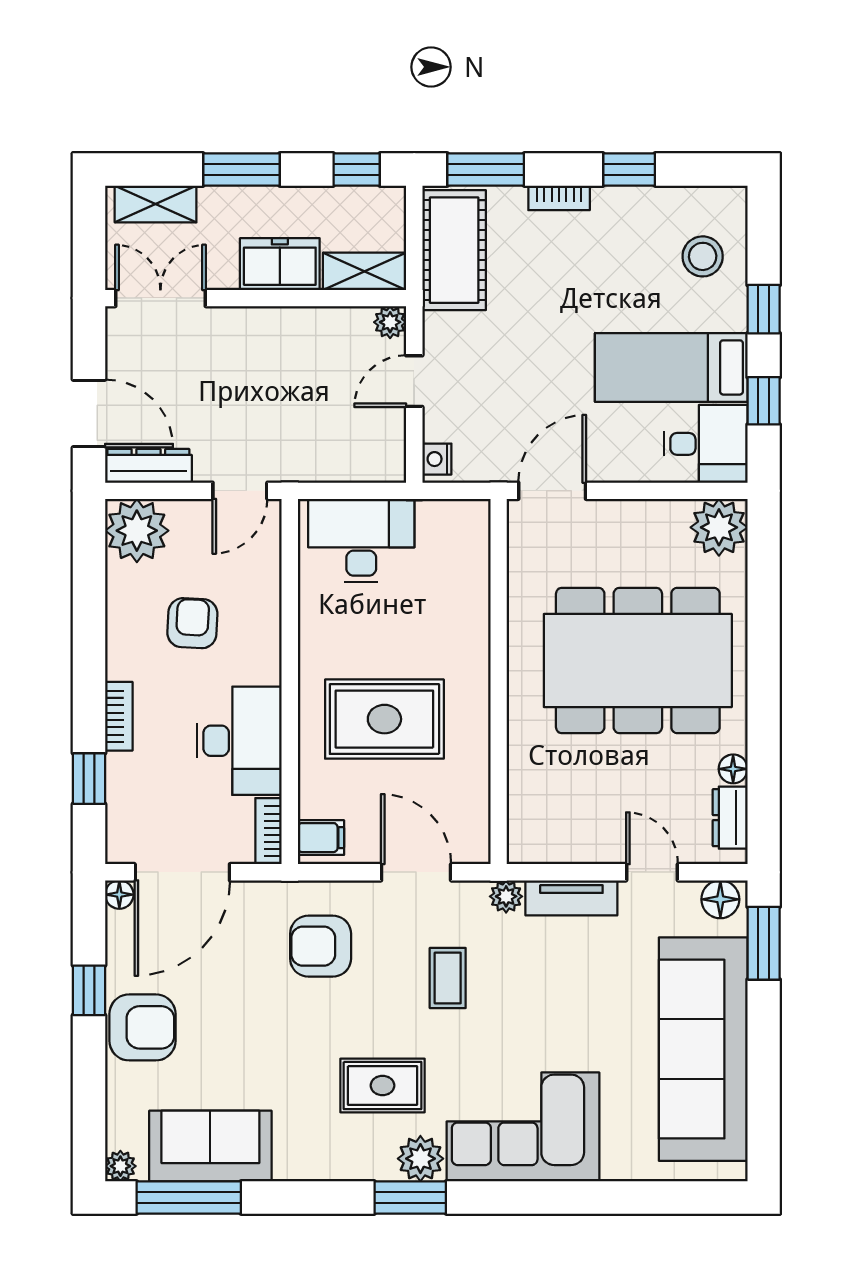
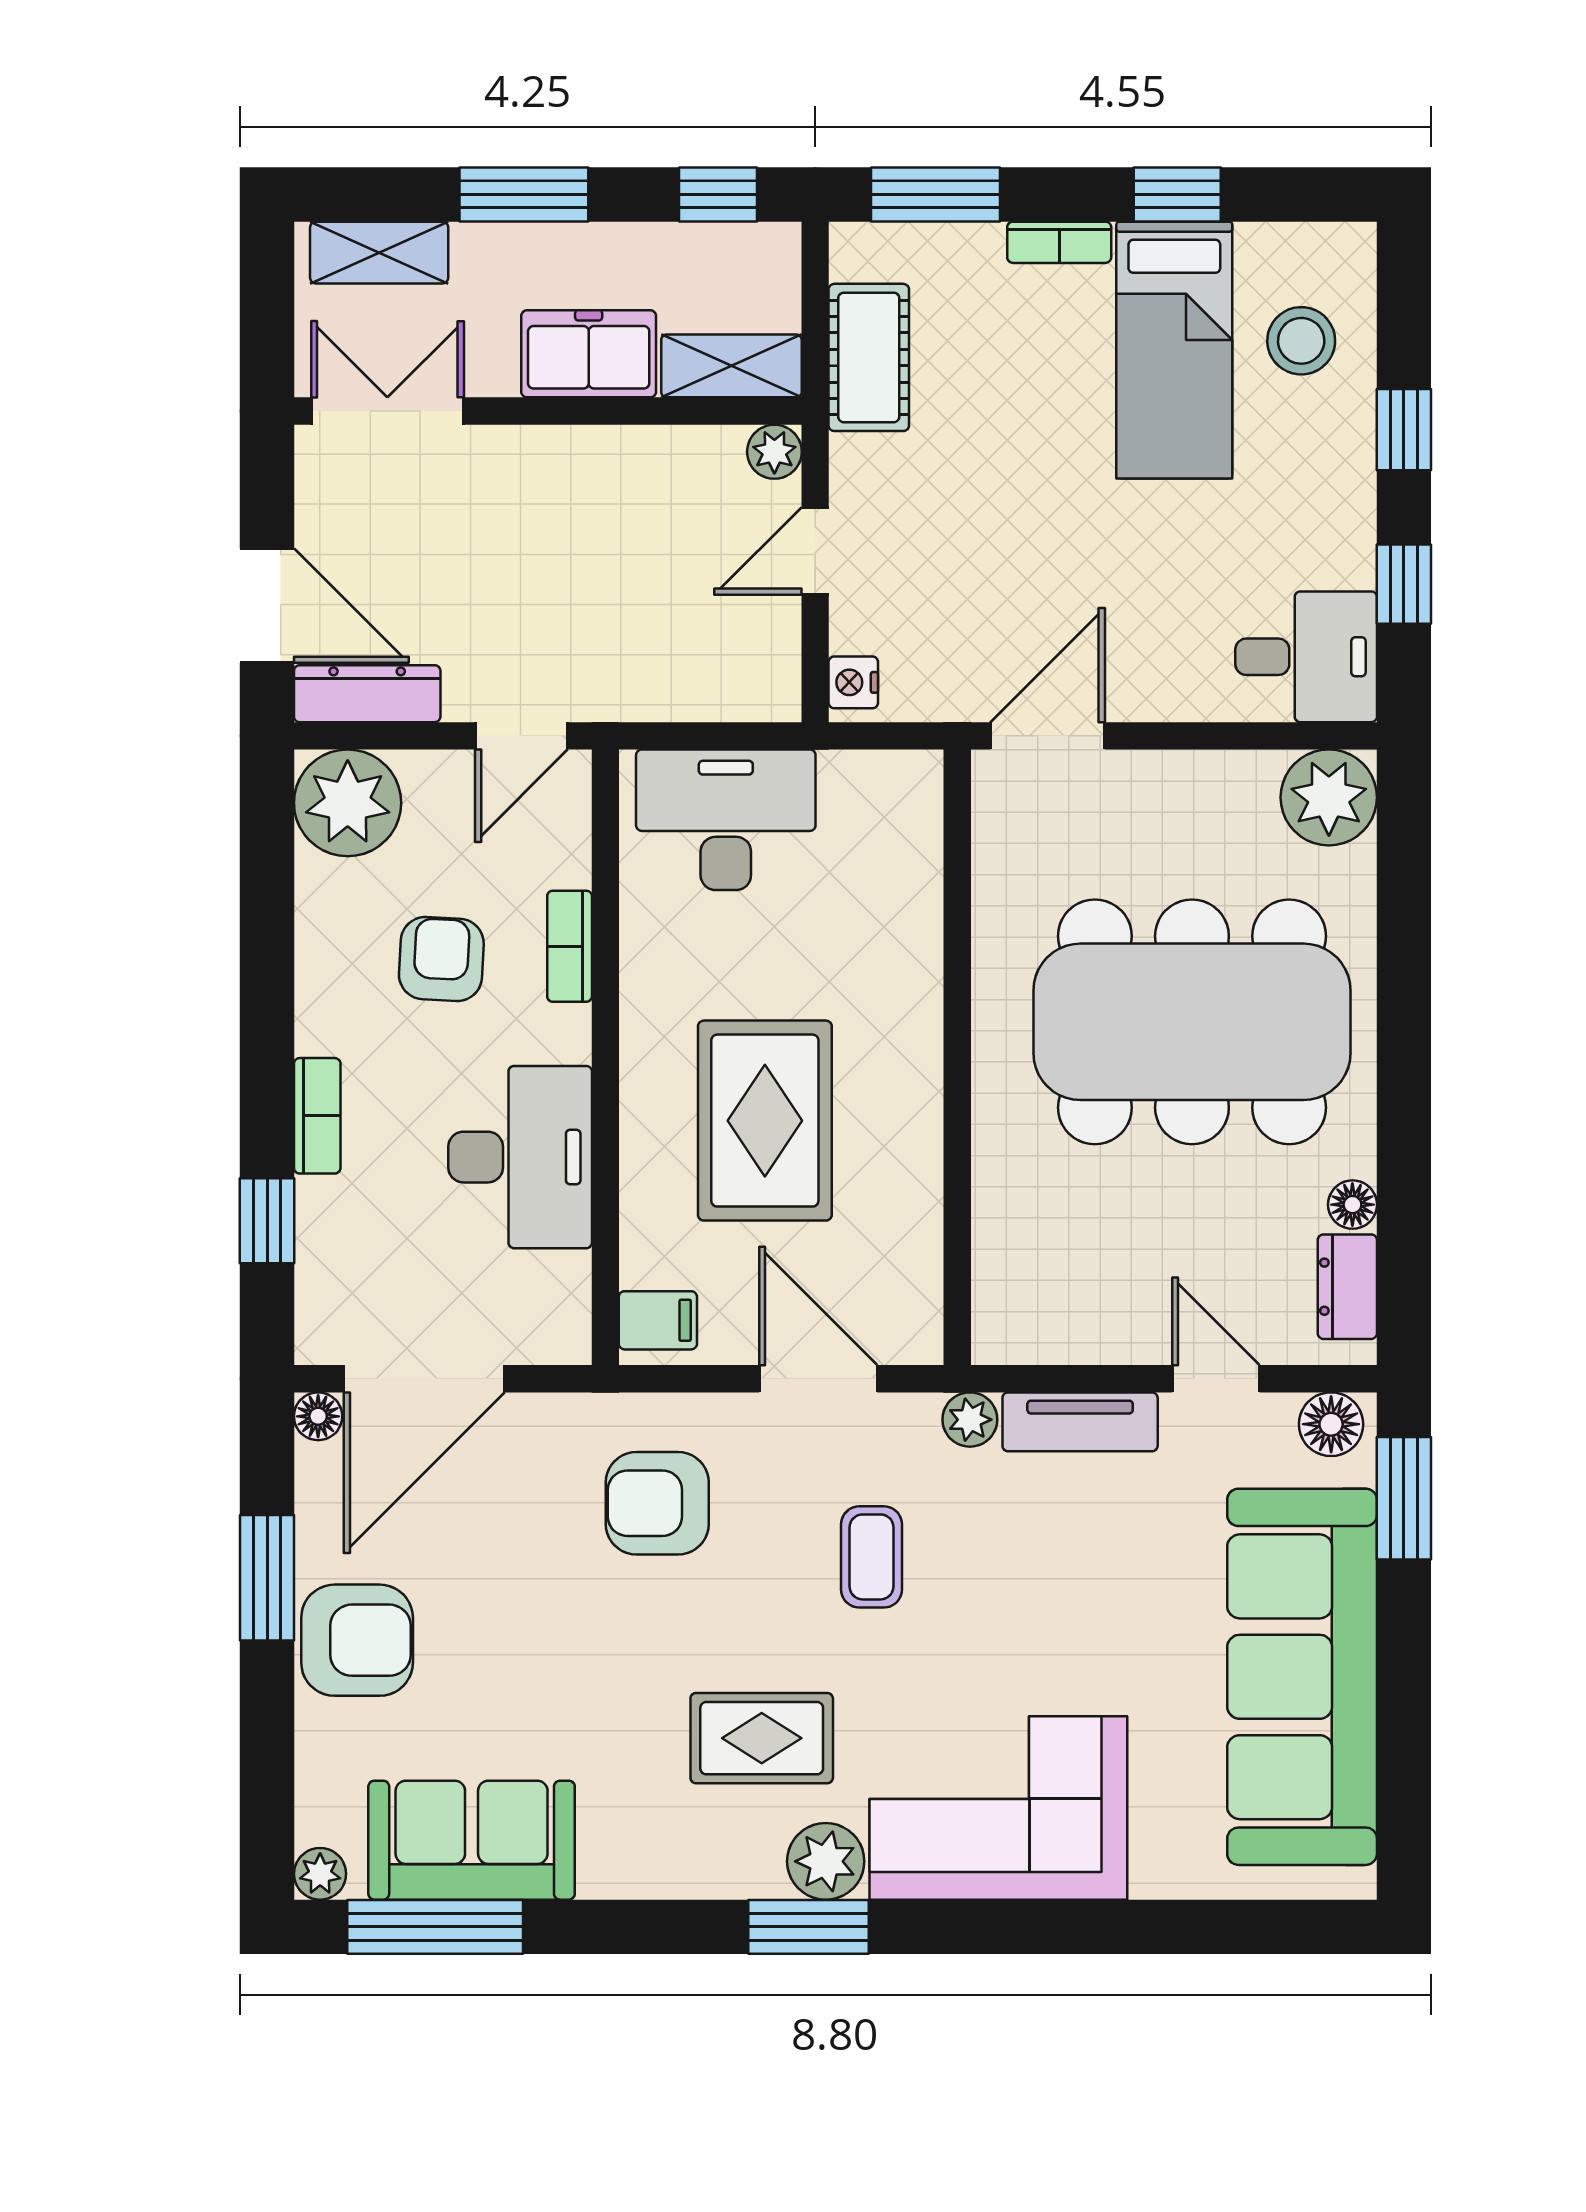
cot: (454, 250) -> (869, 357), width x0.73, depth x0.75
bed: (671, 367) -> (1174, 350), moved, turned -90
rug: (384, 719) -> (765, 1121), turned 90
bookcase: (268, 831) -> (570, 946), moved
window: (89, 990) -> (267, 1578), width x1.50

